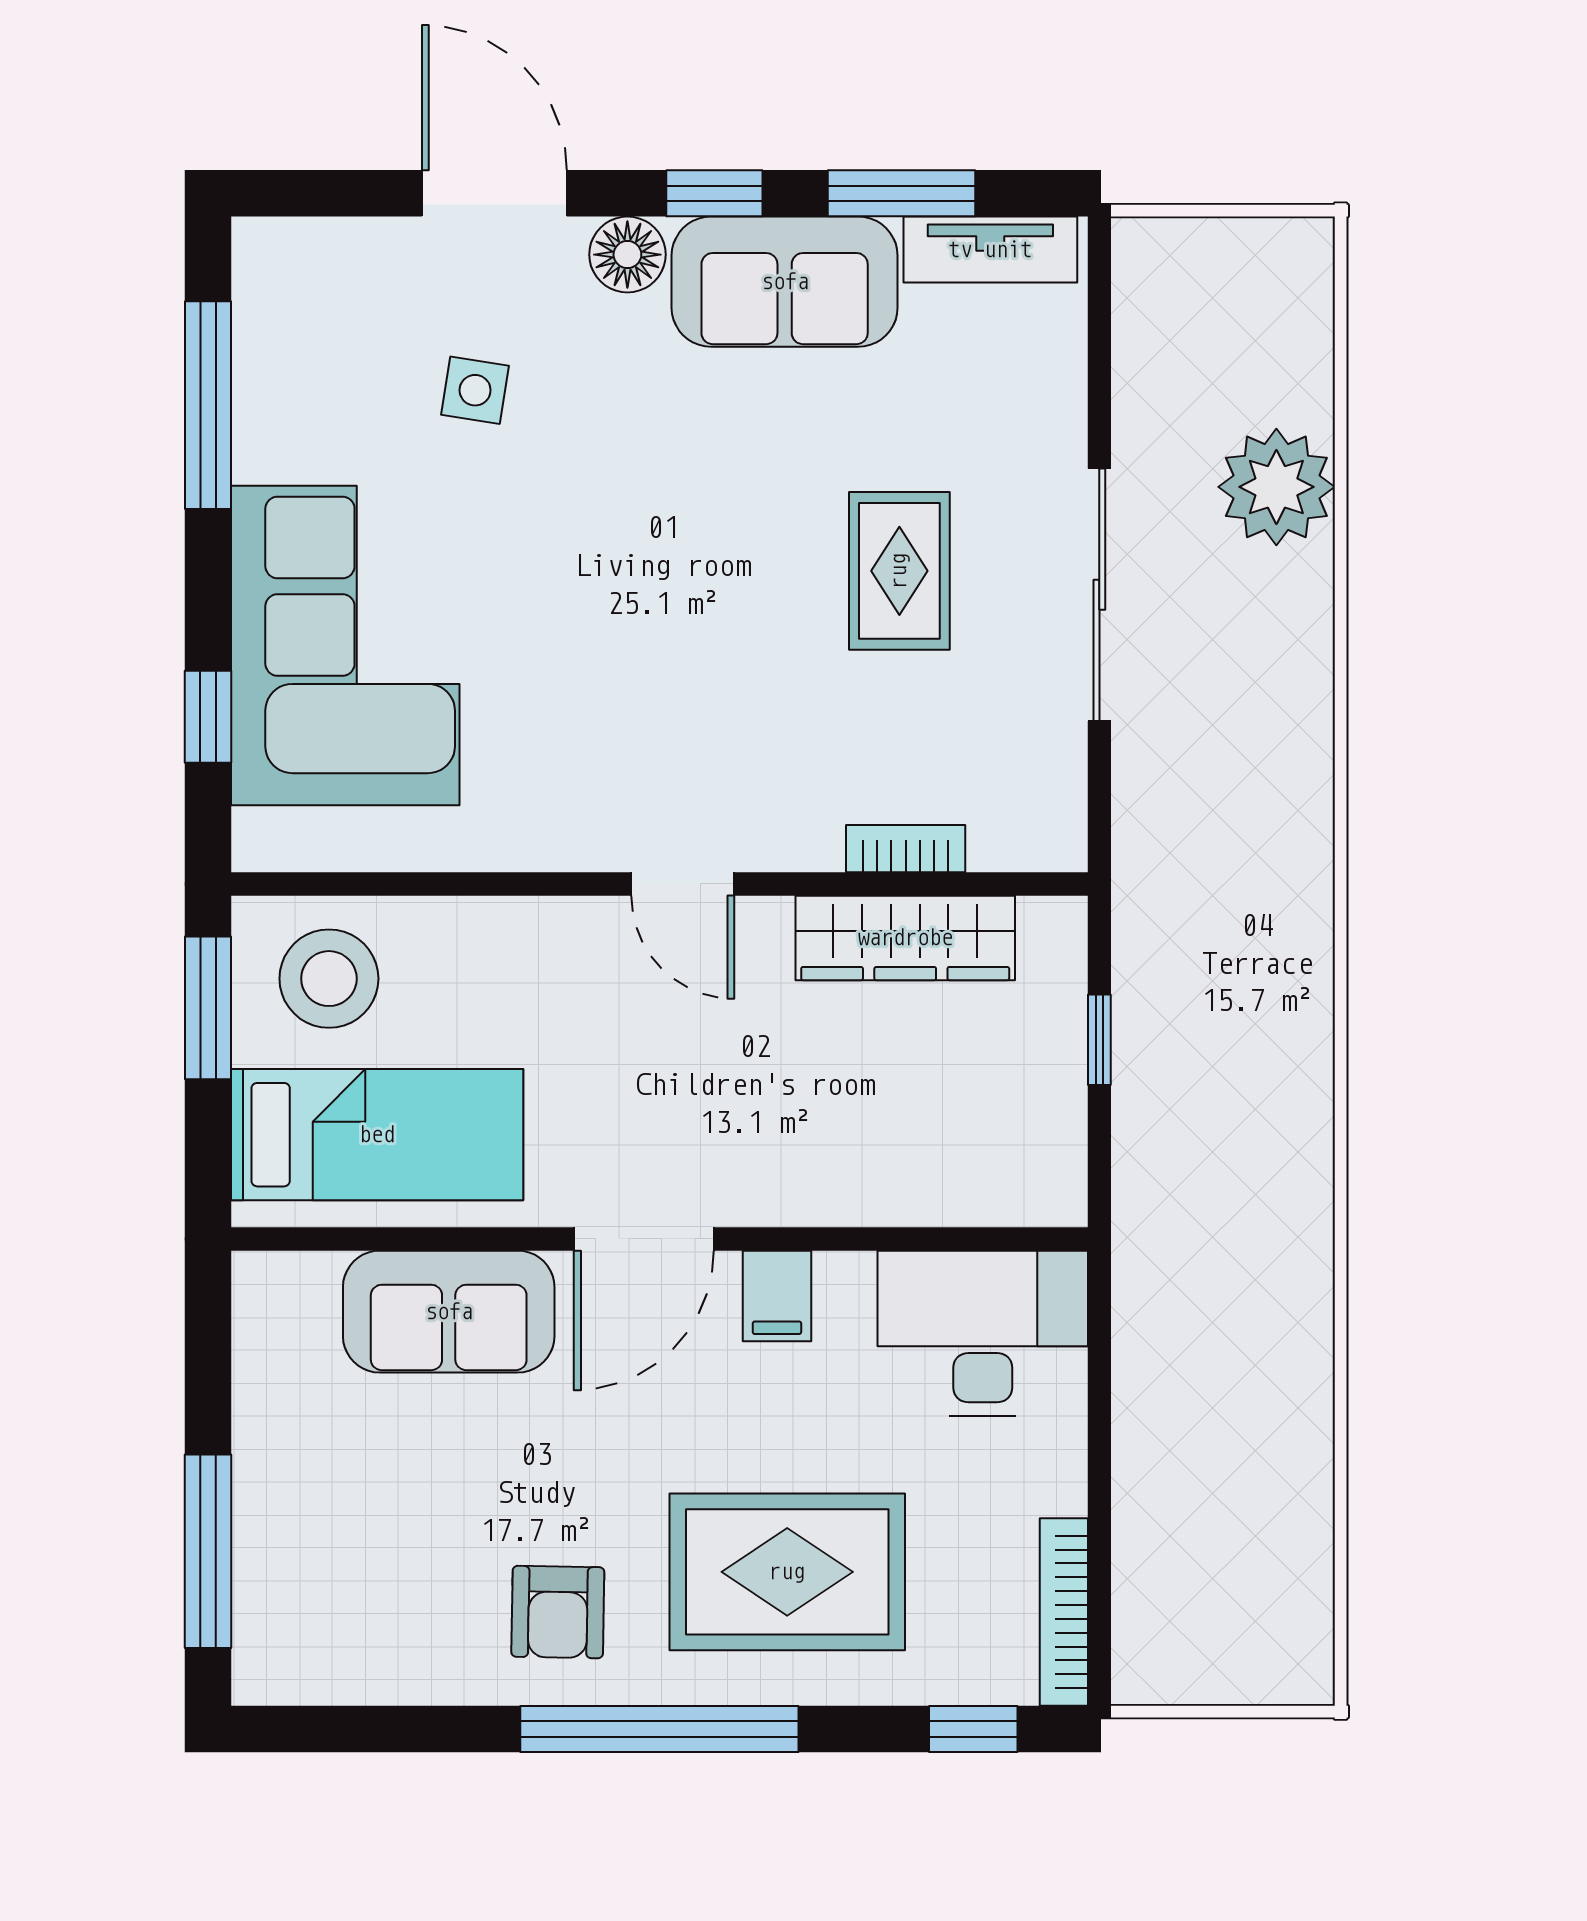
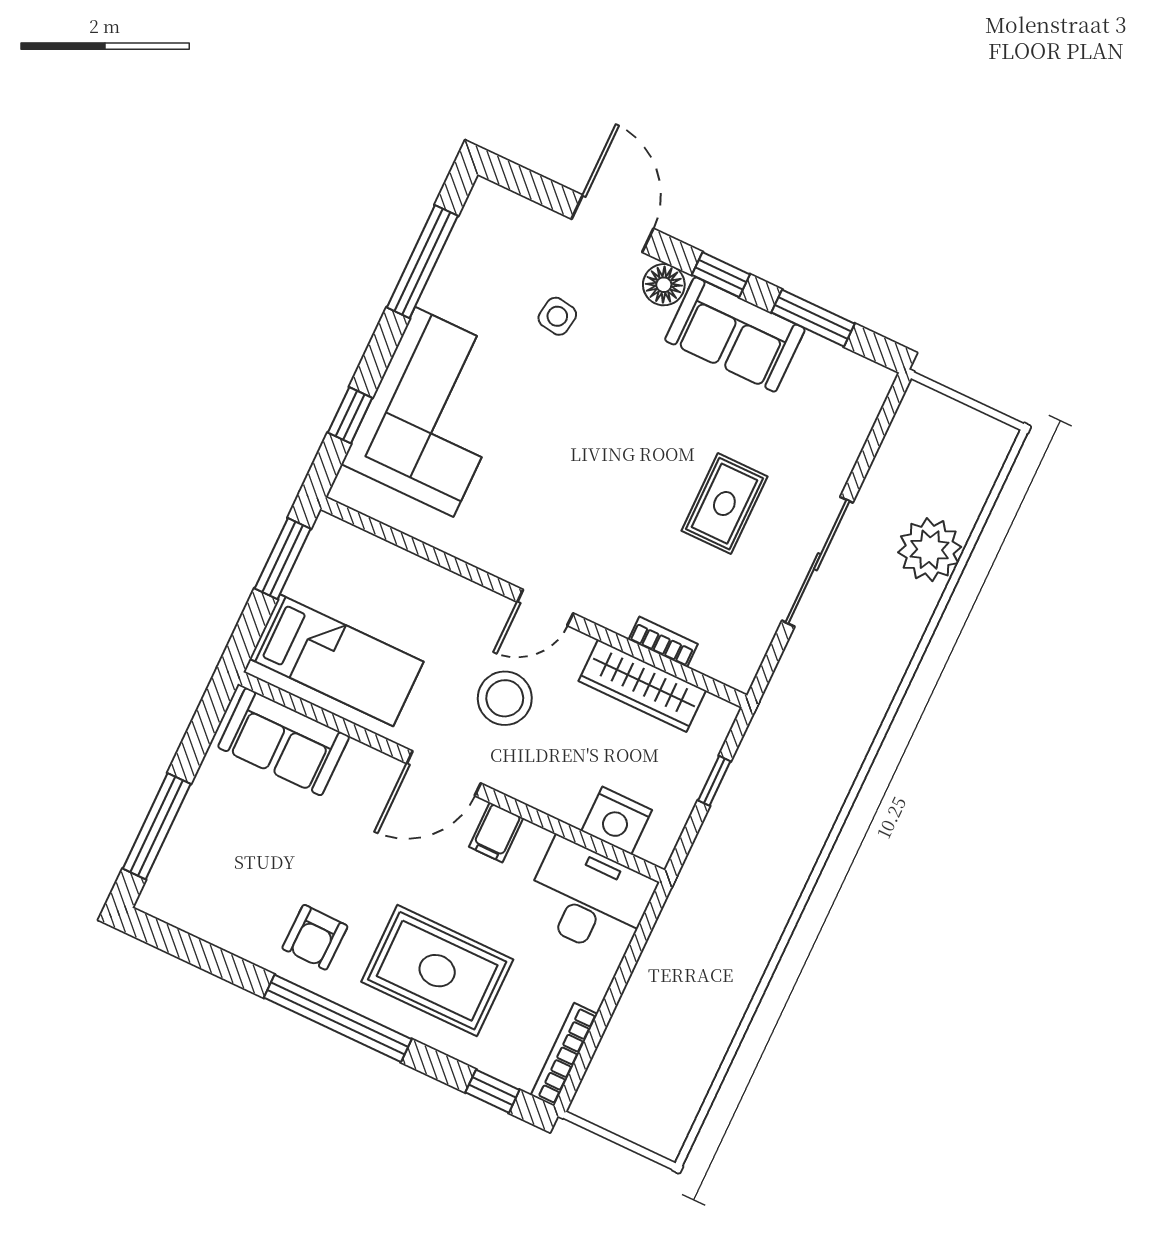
tv unit: (990, 250) -> (844, 366), removed
door: (683, 884) -> (545, 608), hinge flipped
stool: (329, 979) -> (505, 698), moved
nightstand: (968, 1182) -> (617, 821), added
sofa: (449, 1312) -> (284, 742), moved

